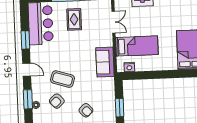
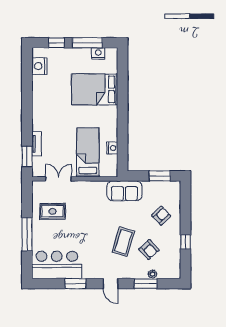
rug: (74, 19) -> (52, 211), moved
sofa: (105, 62) -> (124, 191), moved
nightstand: (129, 67) -> (112, 148), moved
door: (27, 70) -> (110, 284), swing flipped

